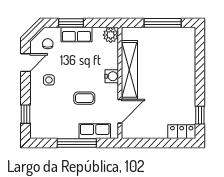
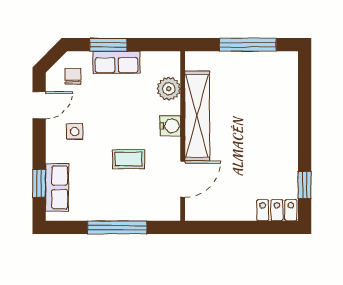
plant: (111, 35) -> (169, 89), moved
row of seats: (95, 131) -> (57, 187), moved, turned 90

